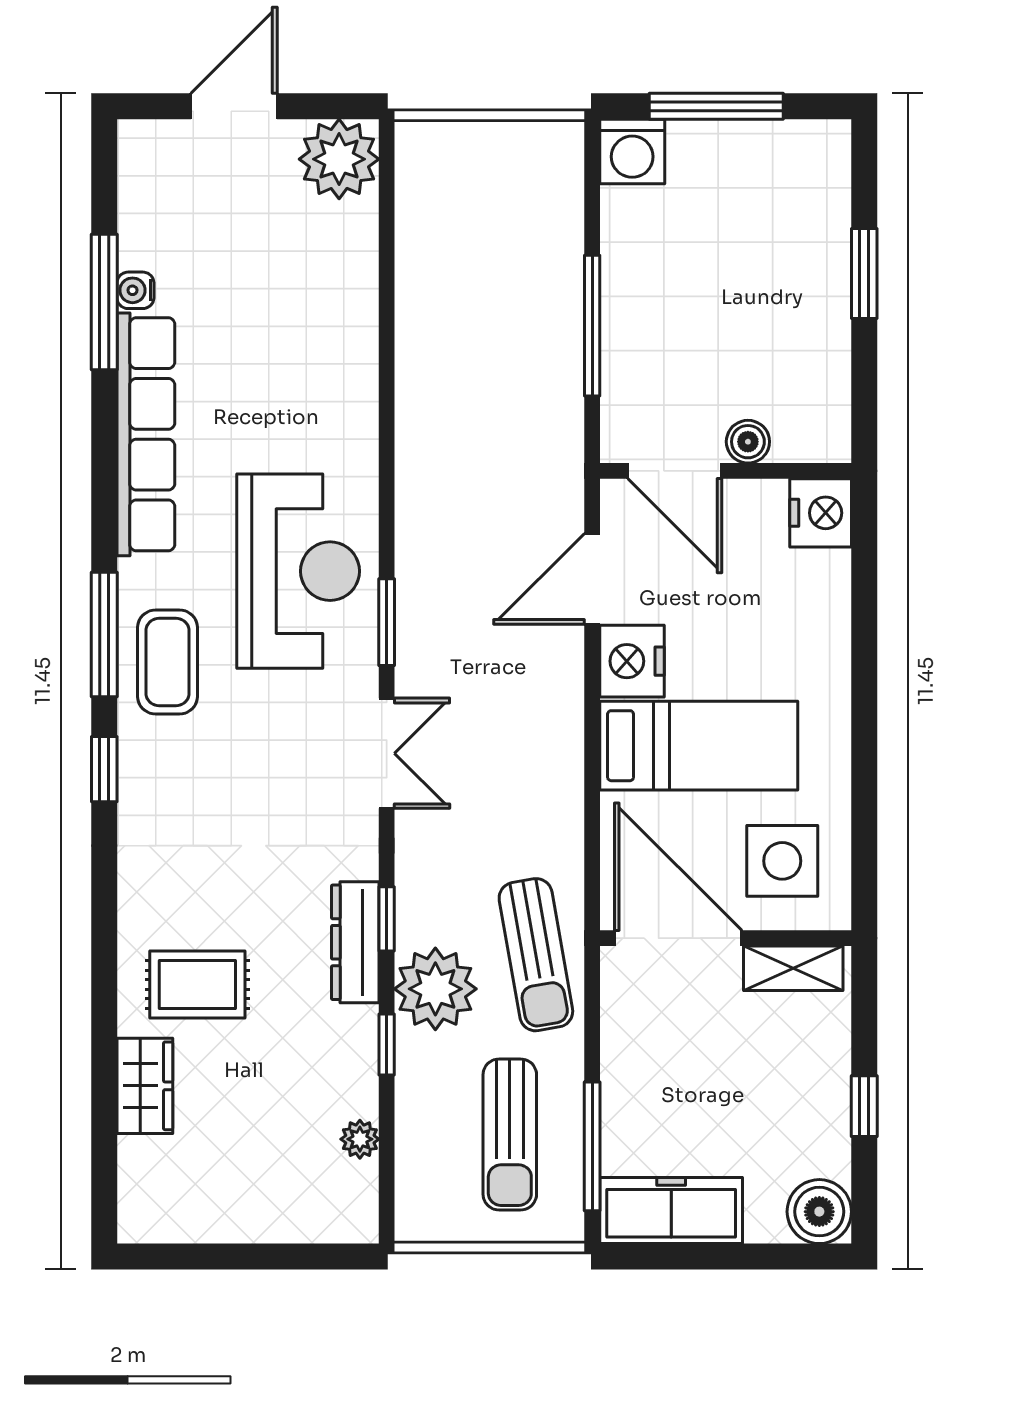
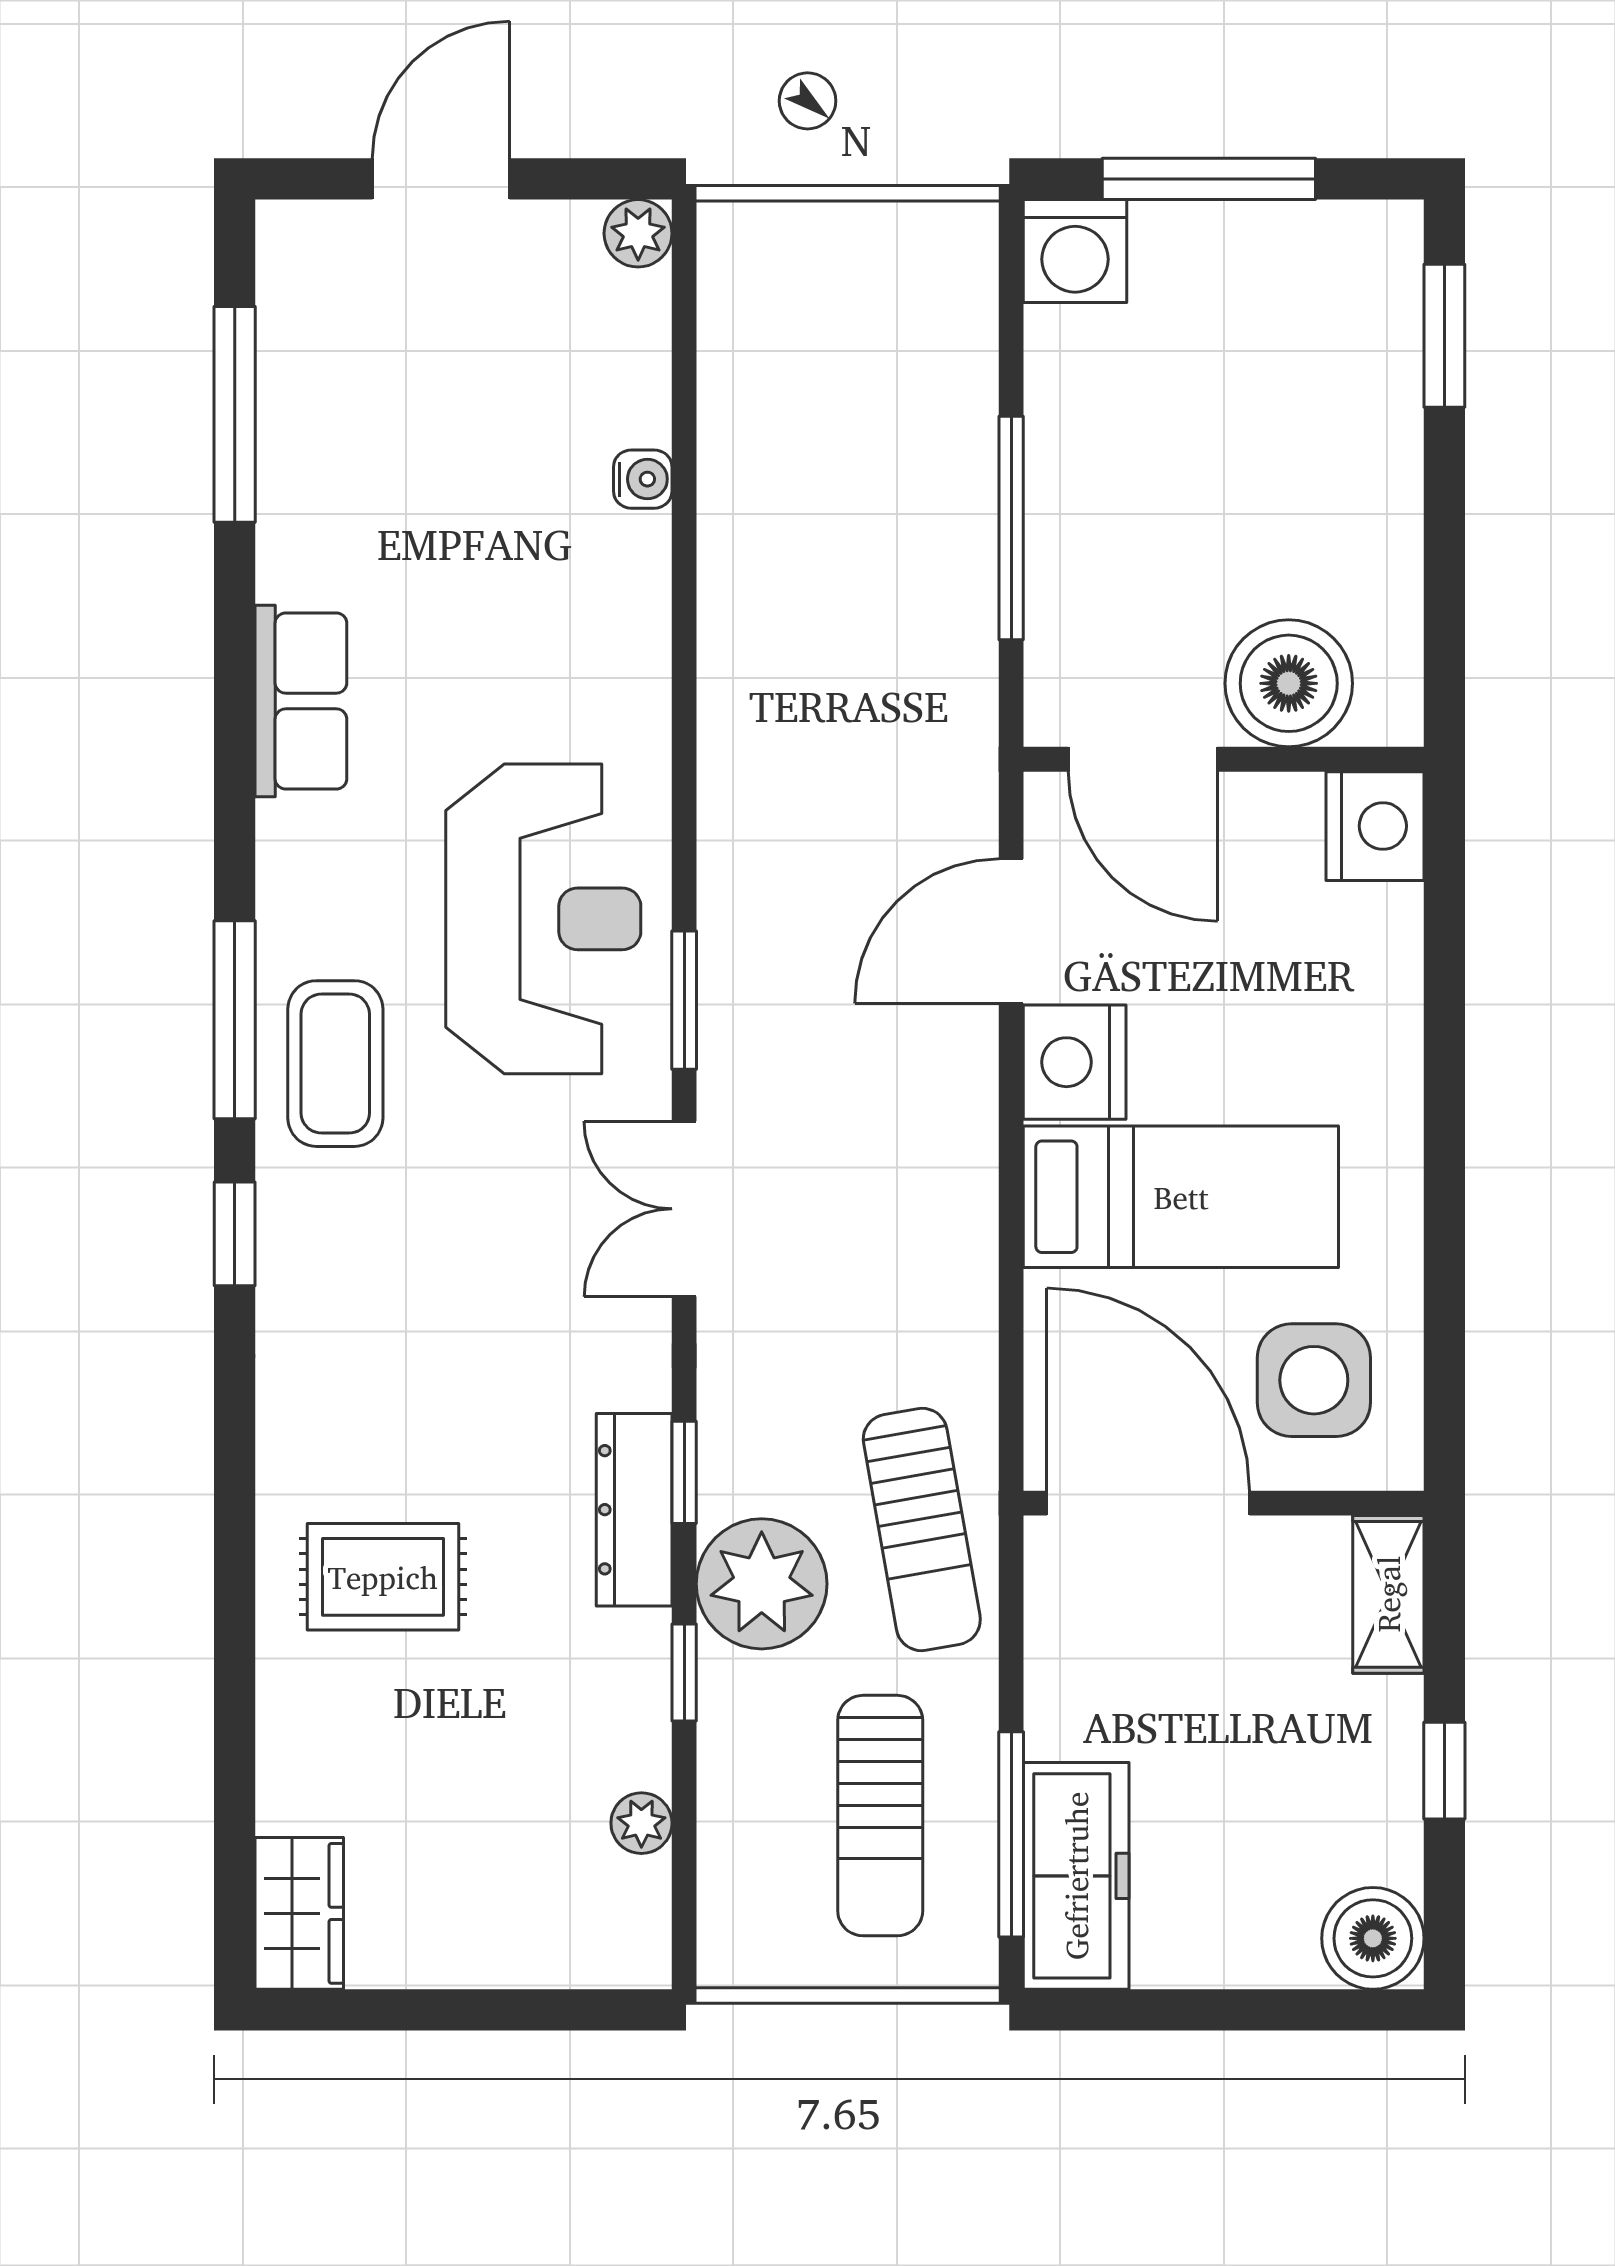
plant: (339, 159) -> (638, 233), width x0.53, depth x0.53
window: (864, 274) -> (1444, 336), moved
water cooler: (135, 290) -> (643, 479), moved, turned 180
window: (104, 302) -> (235, 414), moved
row of seats: (146, 434) -> (301, 701), width x0.50
boiler: (748, 442) -> (1289, 683), width x1.86, depth x1.86
double door: (387, 753) -> (684, 1209), swing flipped
shelving: (793, 968) -> (1388, 1594), moved, turned 90
wardrobe: (145, 1086) -> (299, 1913), moved
freezer: (671, 1211) -> (1076, 1876), moved, turned 90

